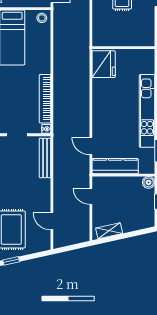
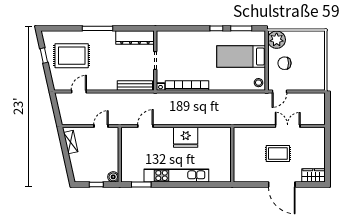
fridge: (104, 64) -> (186, 137), moved
kitchen counter: (115, 166) -> (128, 147), removed

